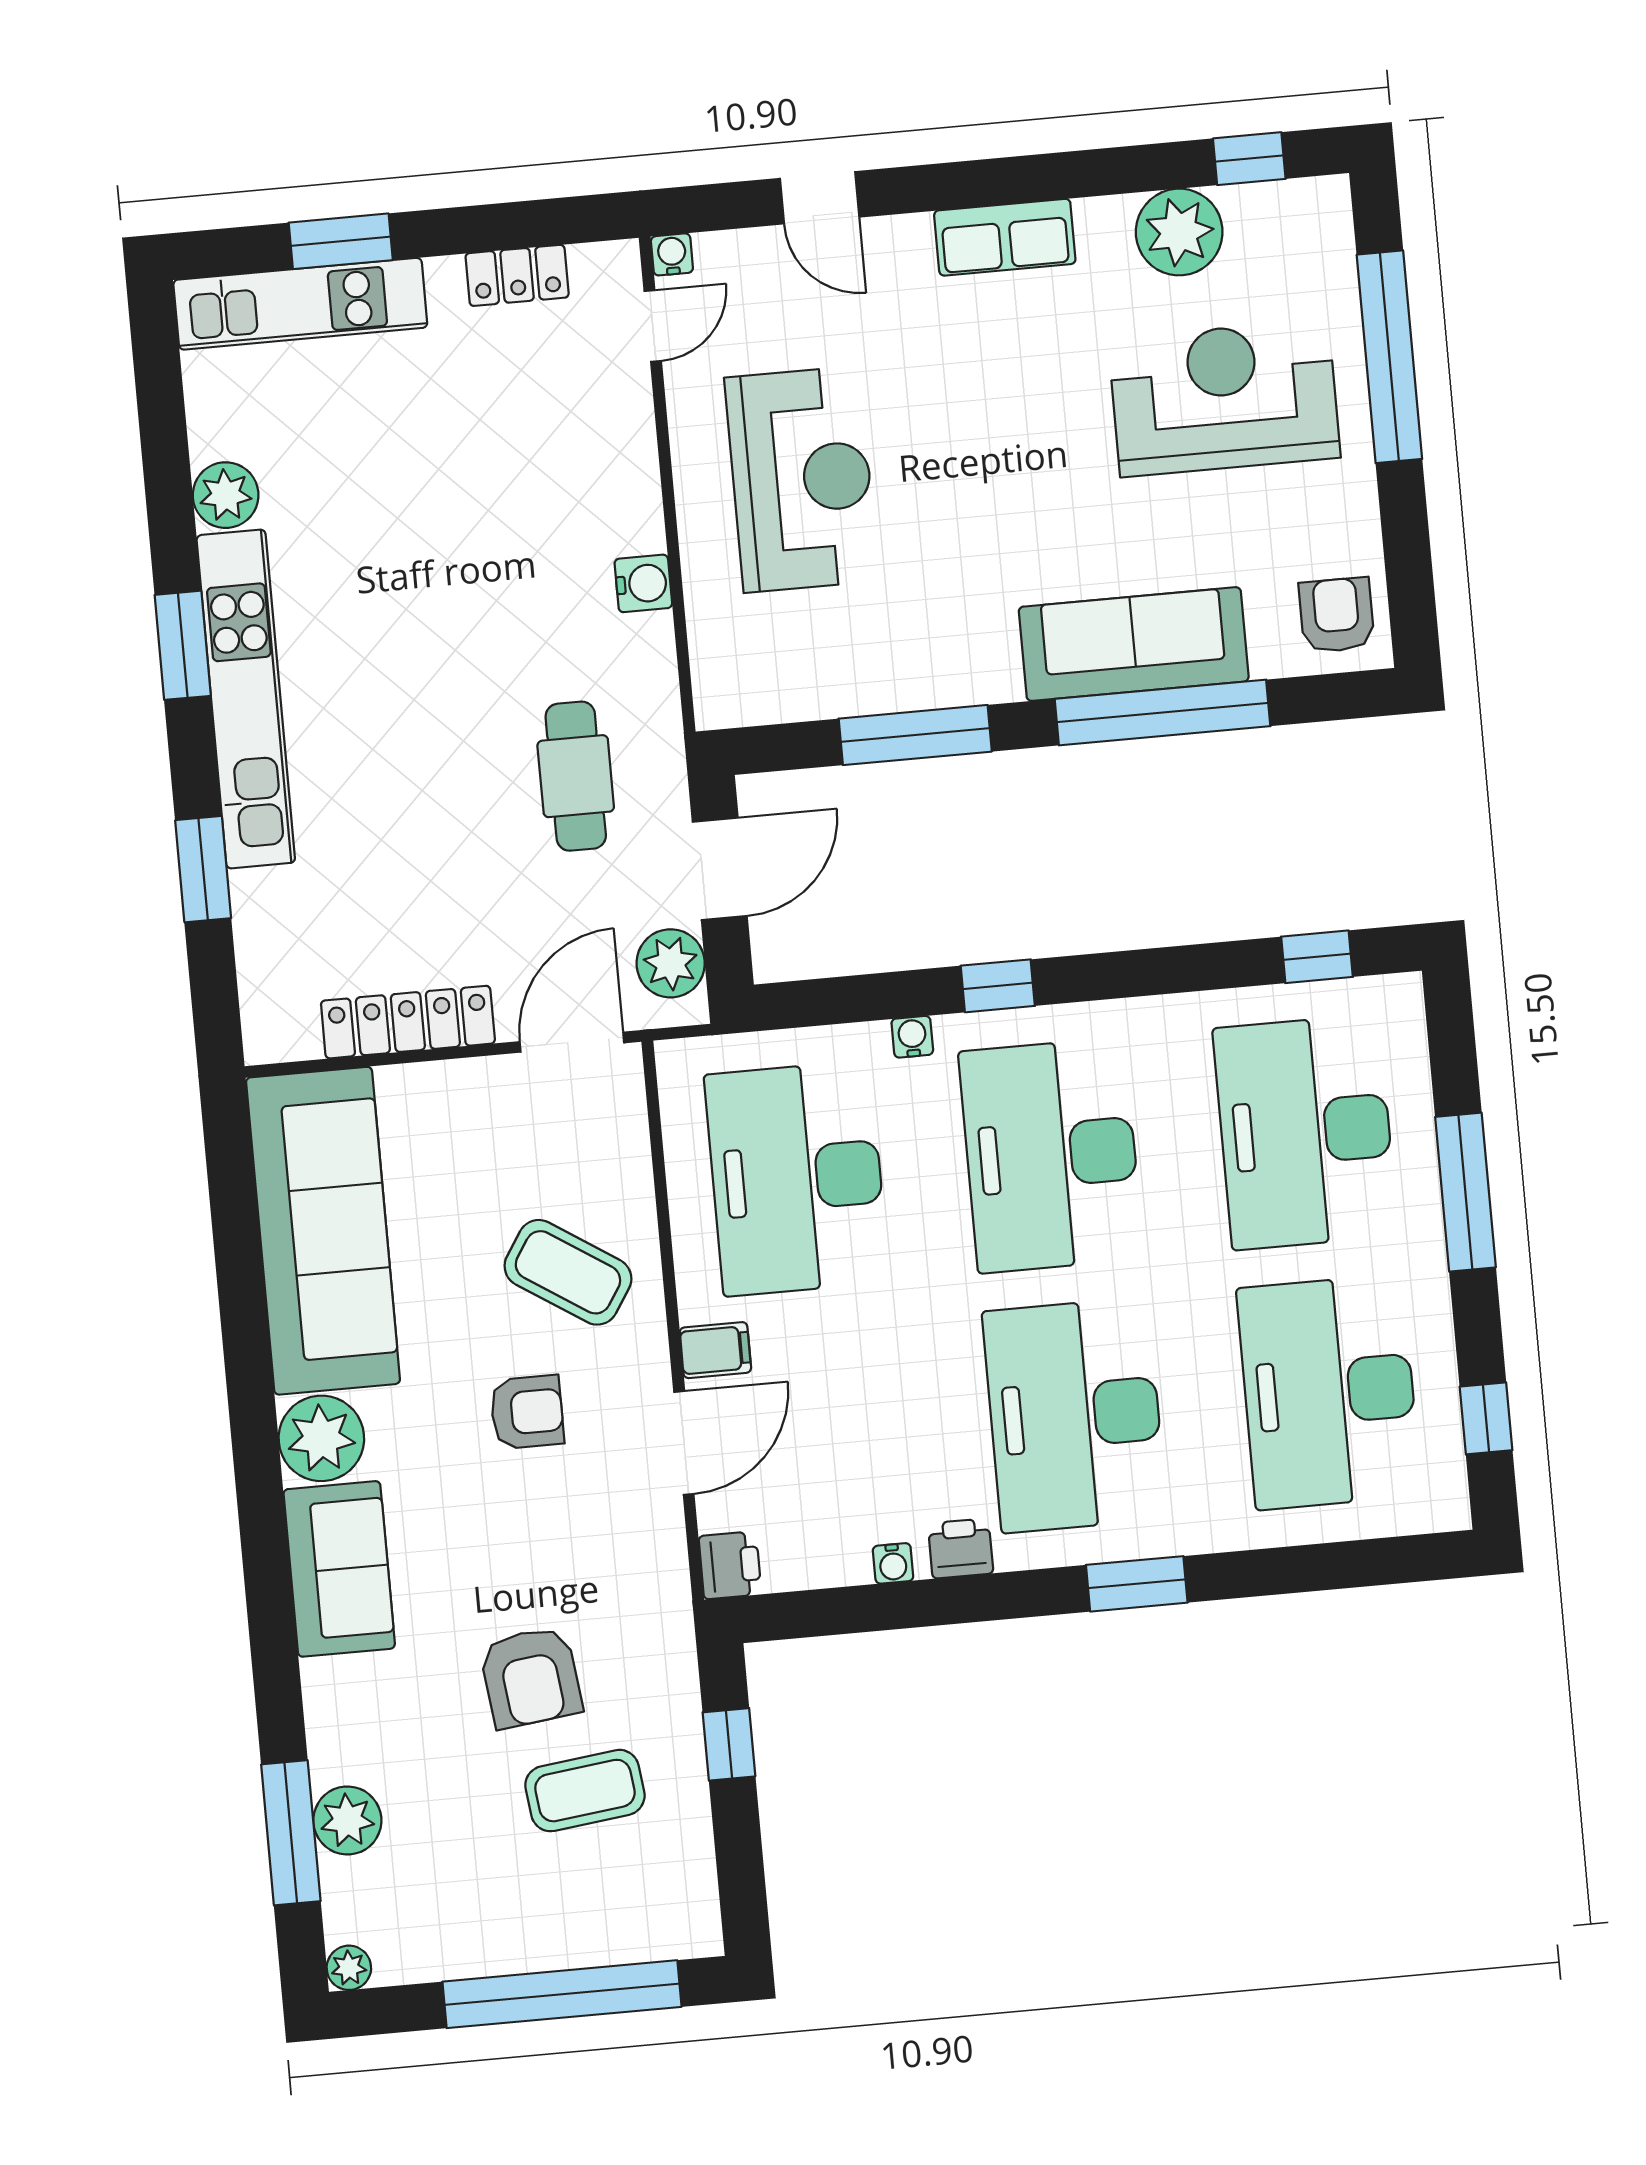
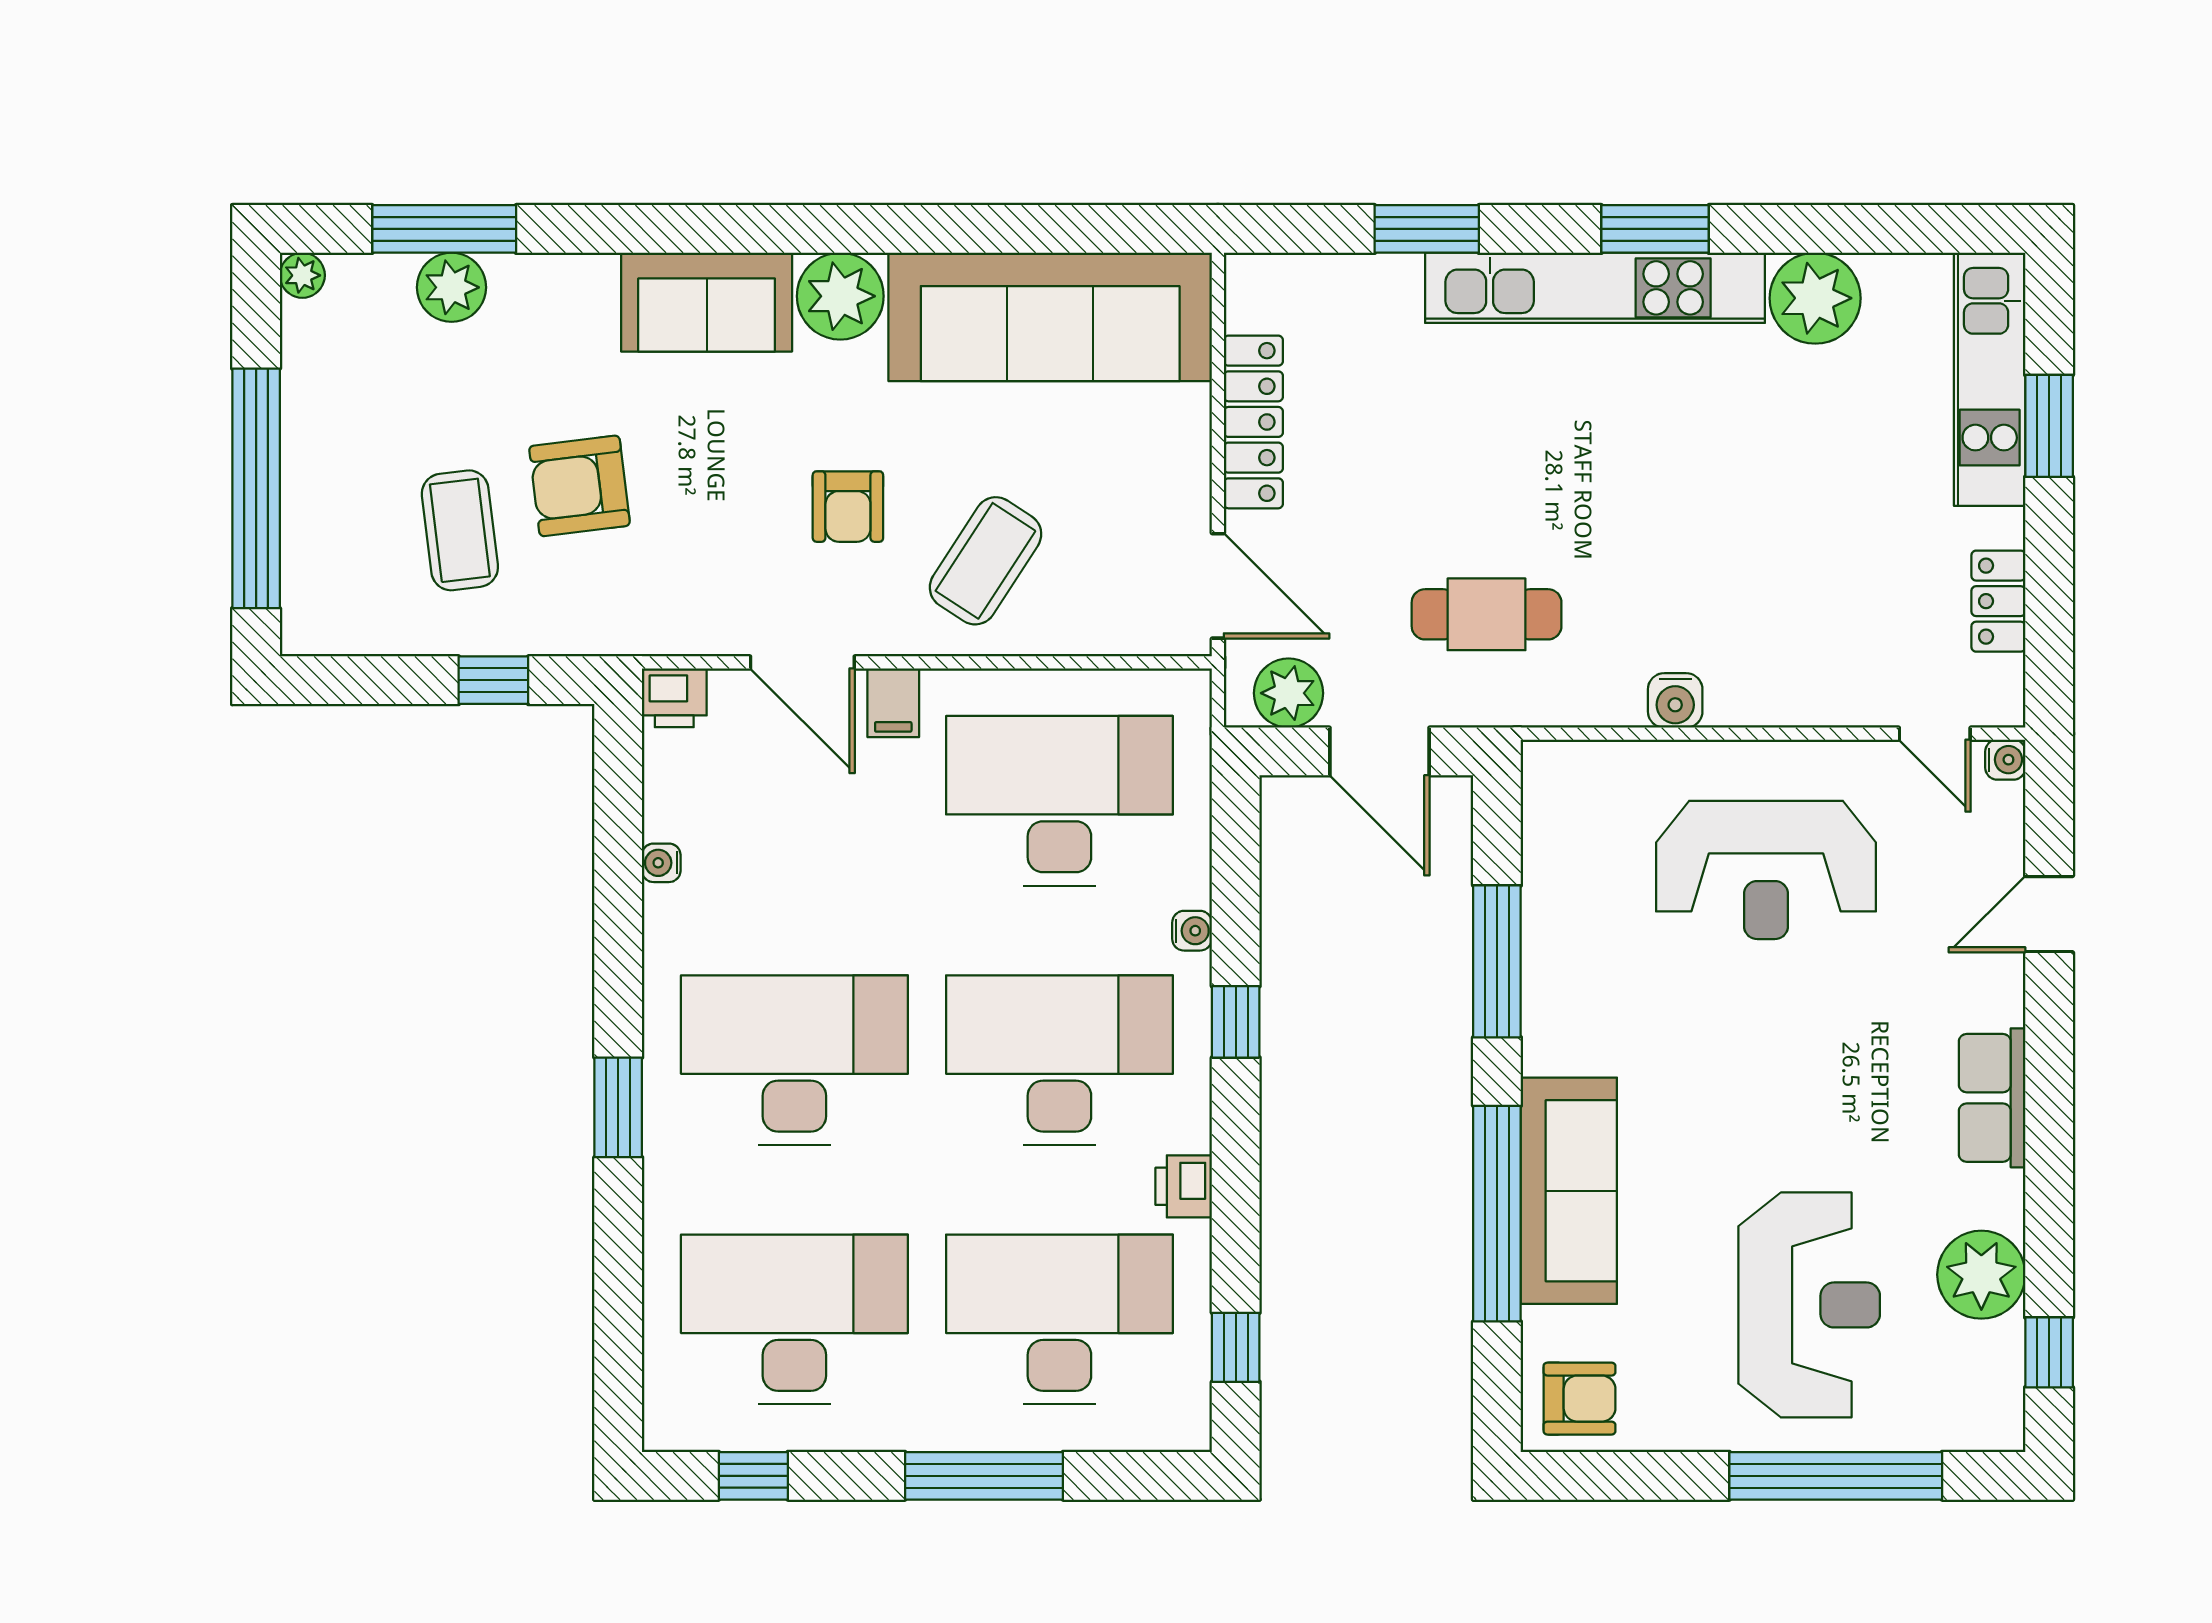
plant: (226, 495) -> (1815, 298), width x1.36, depth x1.36
printer: (961, 1548) -> (1184, 1186), moved, turned 180

